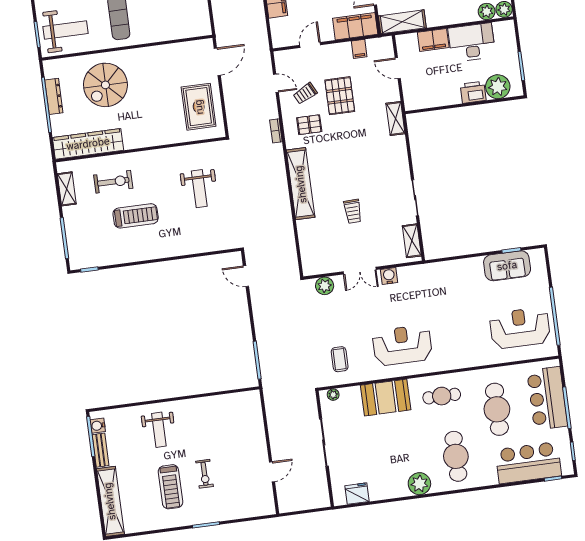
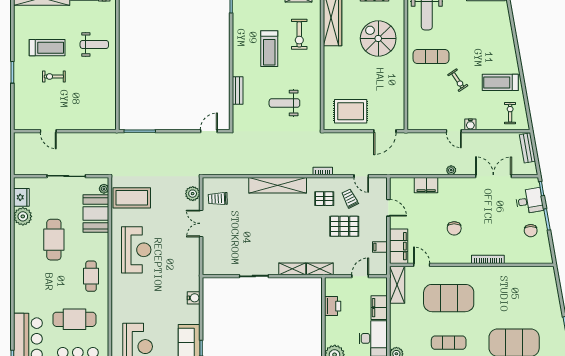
door: (217, 62) -> (385, 131), hinge flipped
door: (276, 83) -> (361, 176), hinge flipped
printer: (473, 92) -> (333, 306), moved
pallet: (309, 125) -> (324, 199), turned 90
trolley: (353, 211) -> (218, 199), moved
shelving: (412, 241) -> (292, 269), moved
bench: (192, 248) -> (238, 90), added
water cooler: (389, 276) -> (194, 298), moved
coffee table: (340, 359) -> (132, 198), width x1.86, depth x1.72
booth: (386, 398) -> (96, 214), moved
weight bench: (159, 430) -> (94, 44), turned 180
cafe table: (456, 456) -> (54, 240), moved, turned 90
plant: (419, 484) -> (23, 216), moved
treadmill: (170, 487) -> (47, 48), turned 180

